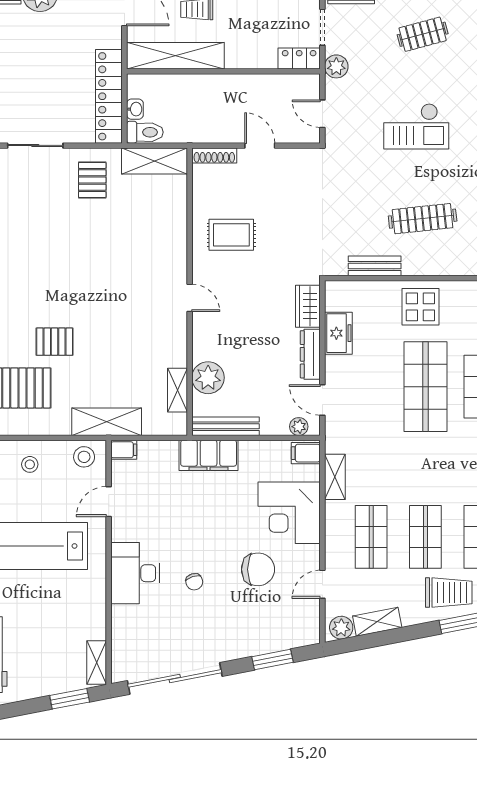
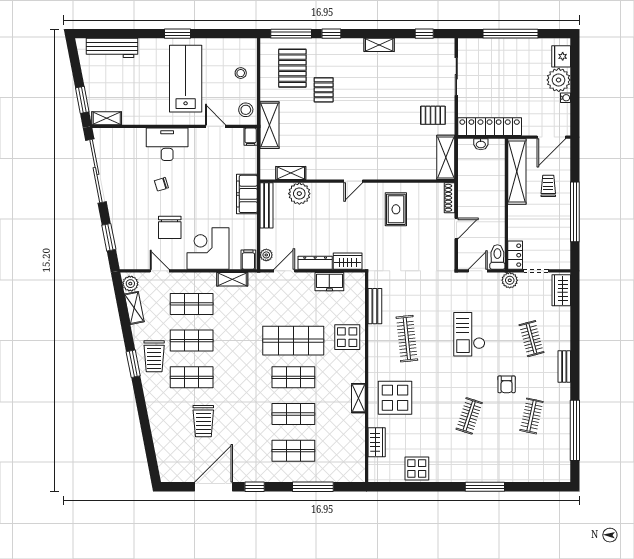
toilet: (145, 132) -> (497, 257), moved, turned 180

